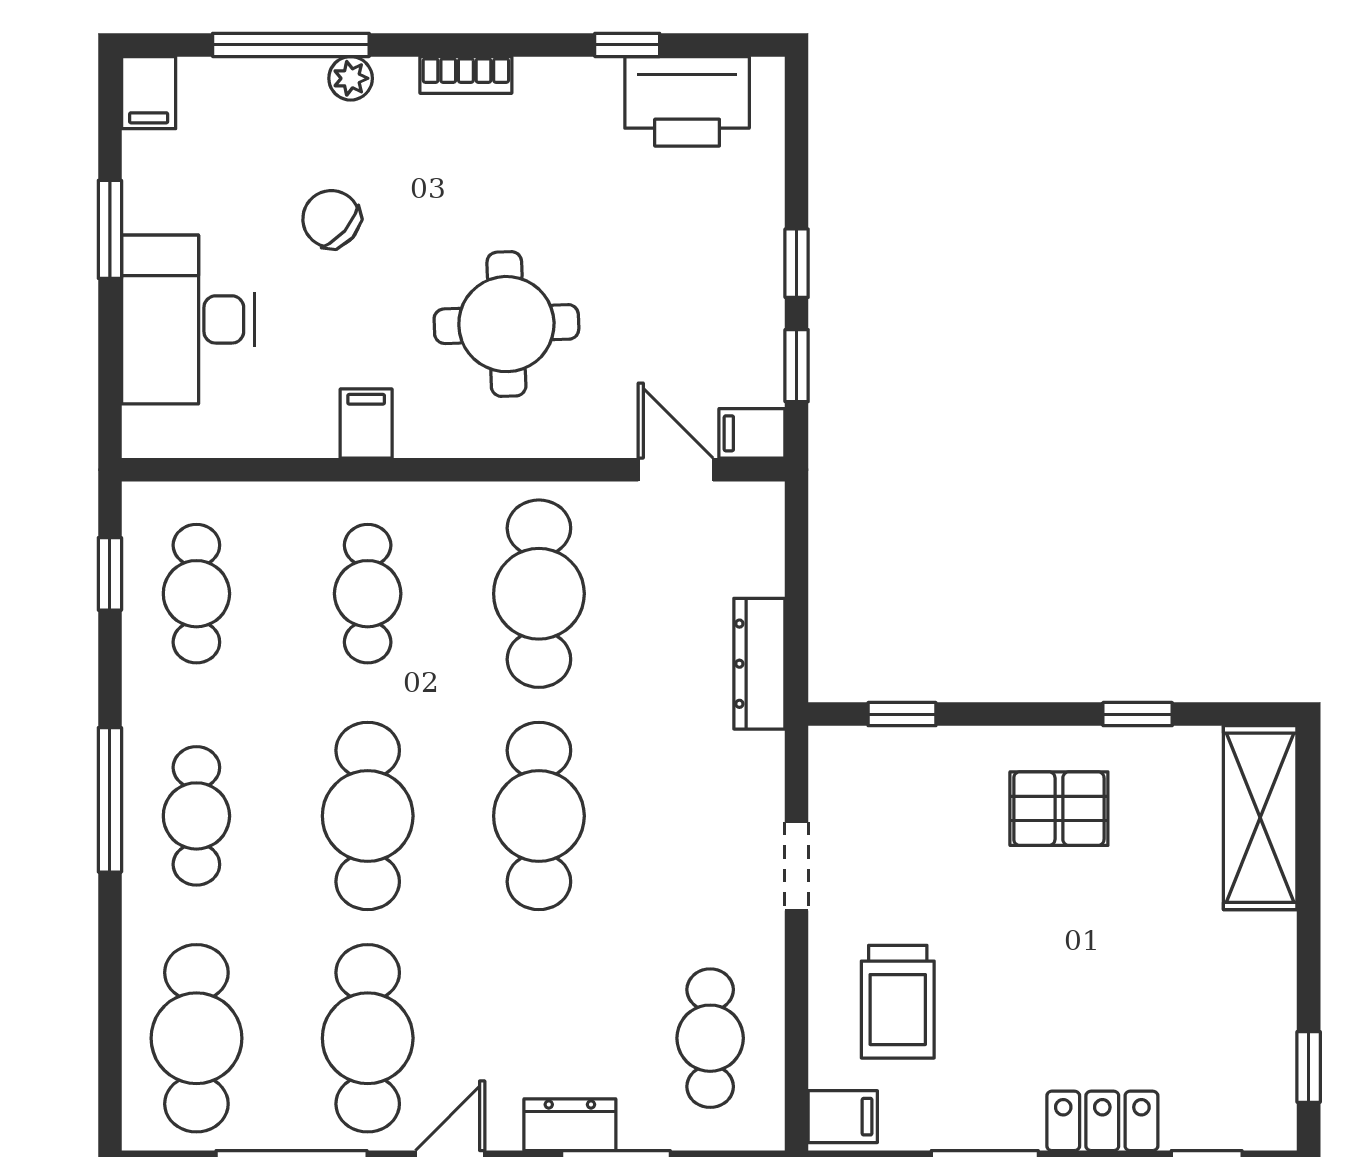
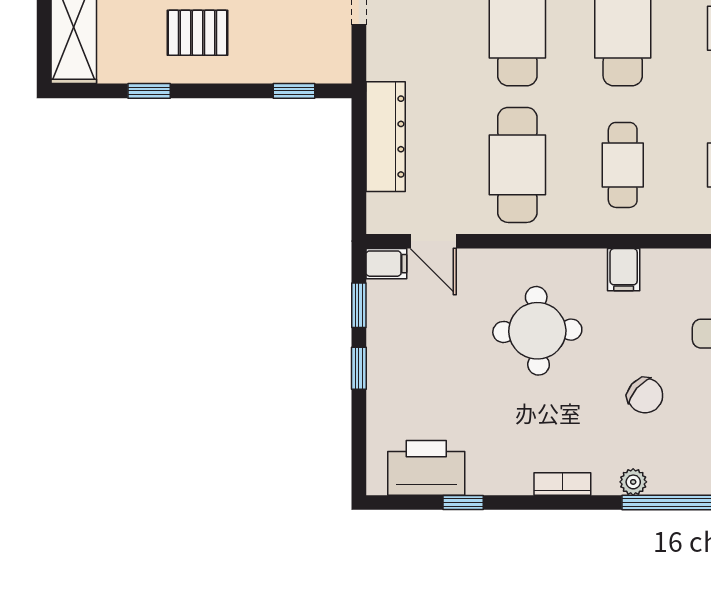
dresser: (759, 664) -> (386, 137), width x1.37, depth x1.24

